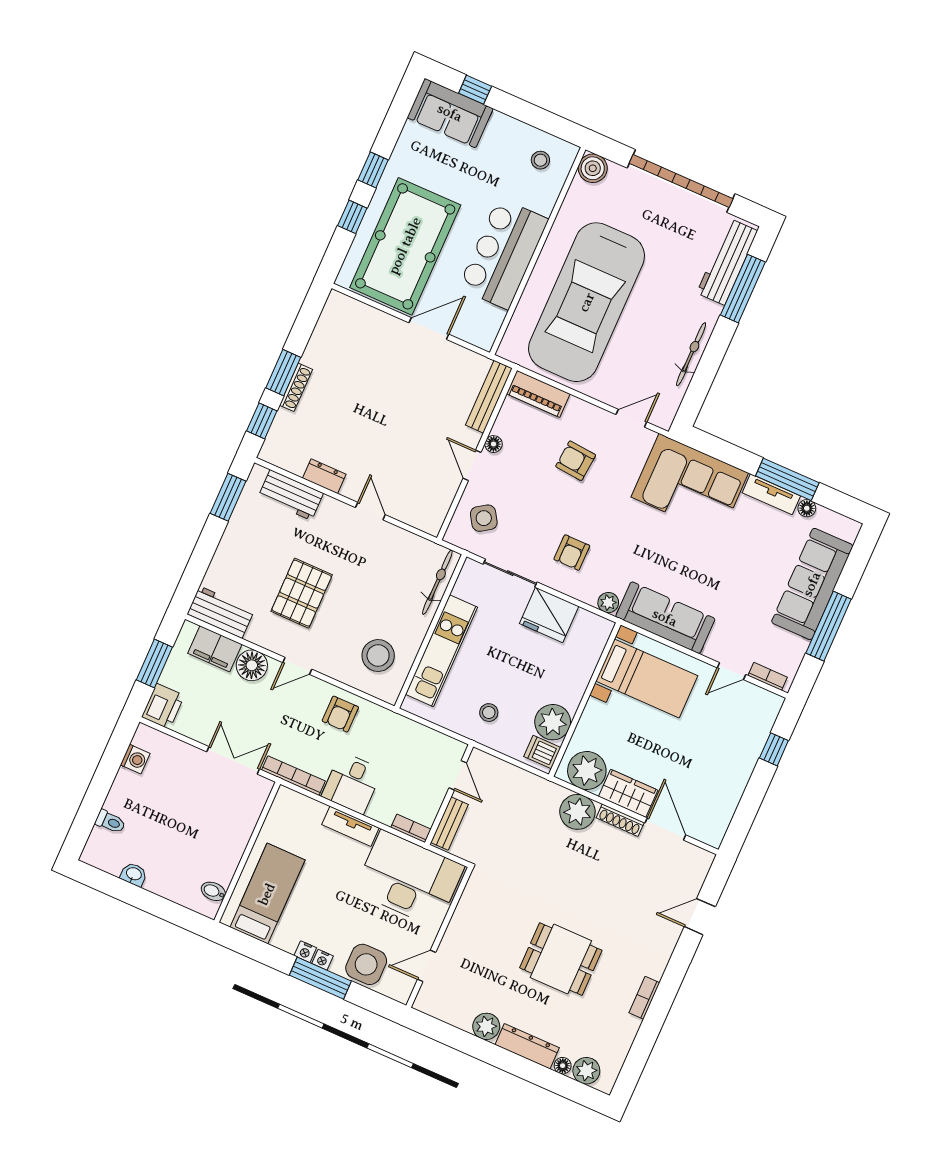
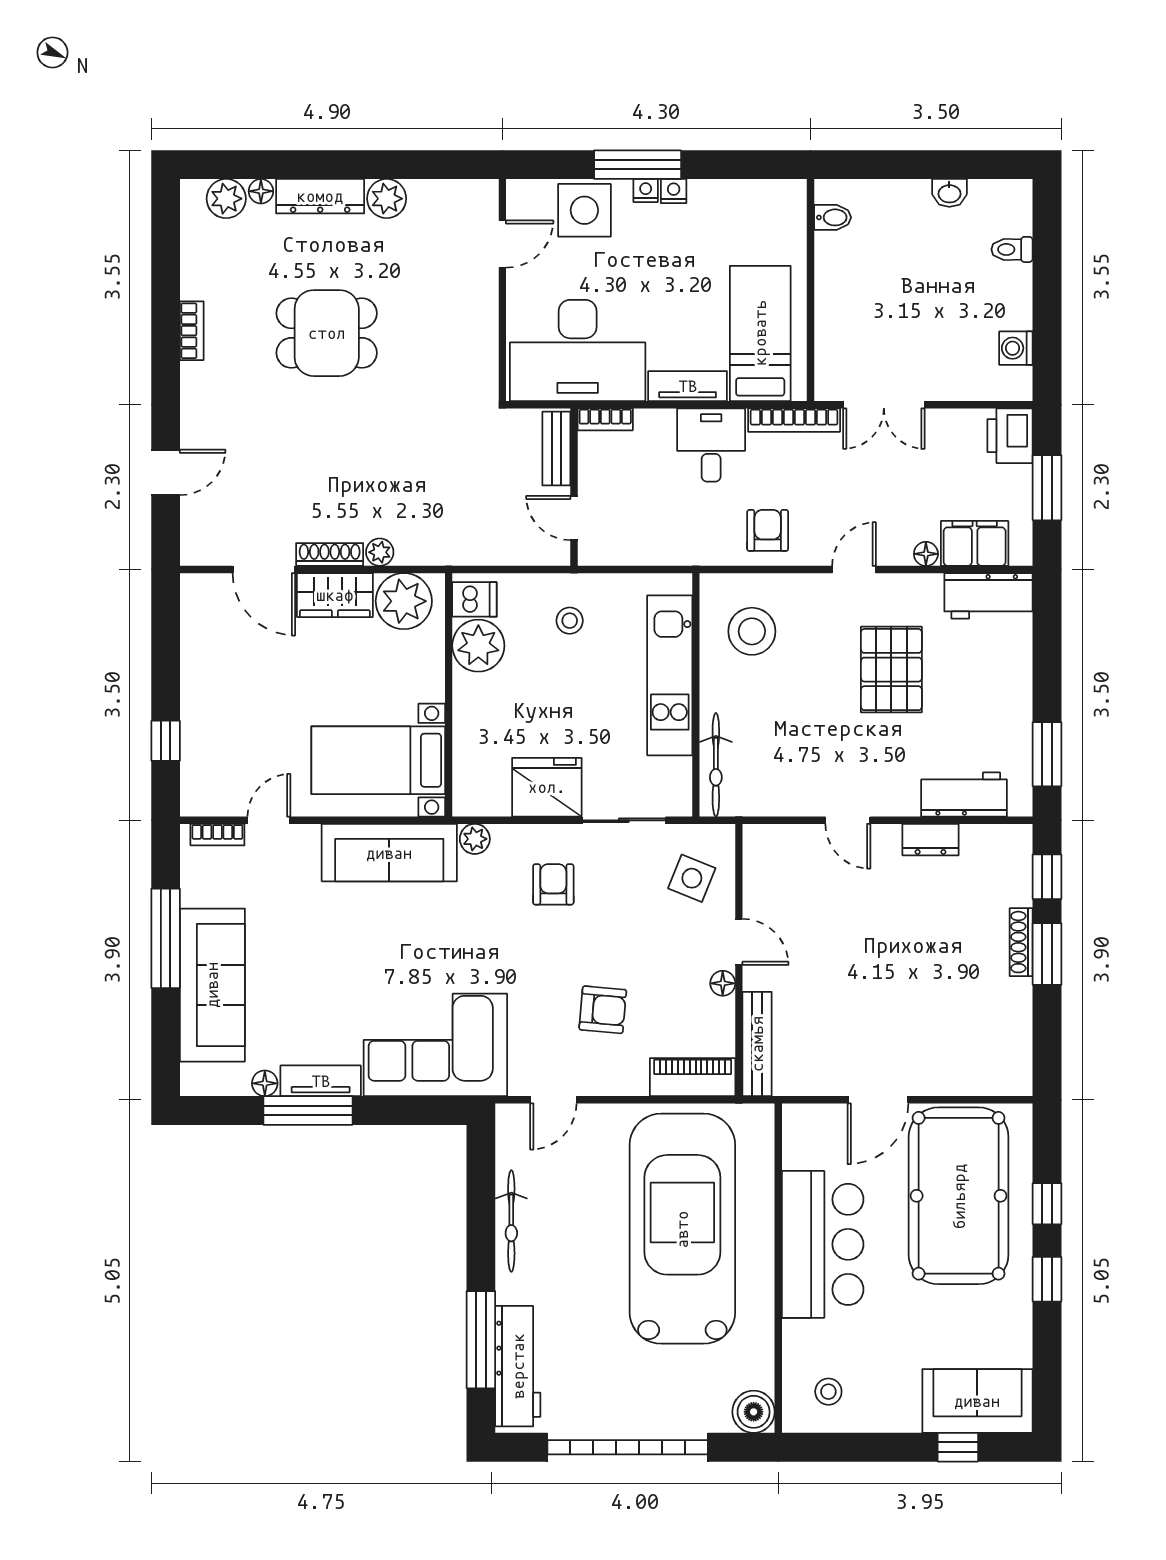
side table: (484, 518) -> (692, 878), turned -35
floor lamp: (252, 665) -> (926, 554), width x0.53, depth x0.53
plant: (577, 812) -> (380, 552), width x0.53, depth x0.53
bed: (267, 894) -> (760, 333), moved, turned 180

